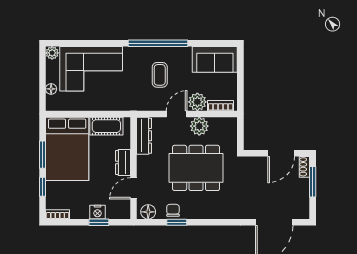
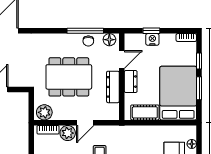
plant: (199, 126) -> (44, 112), moved
dresser: (144, 136) -> (113, 87), moved
window: (177, 222) -> (85, 31), width x2.17

